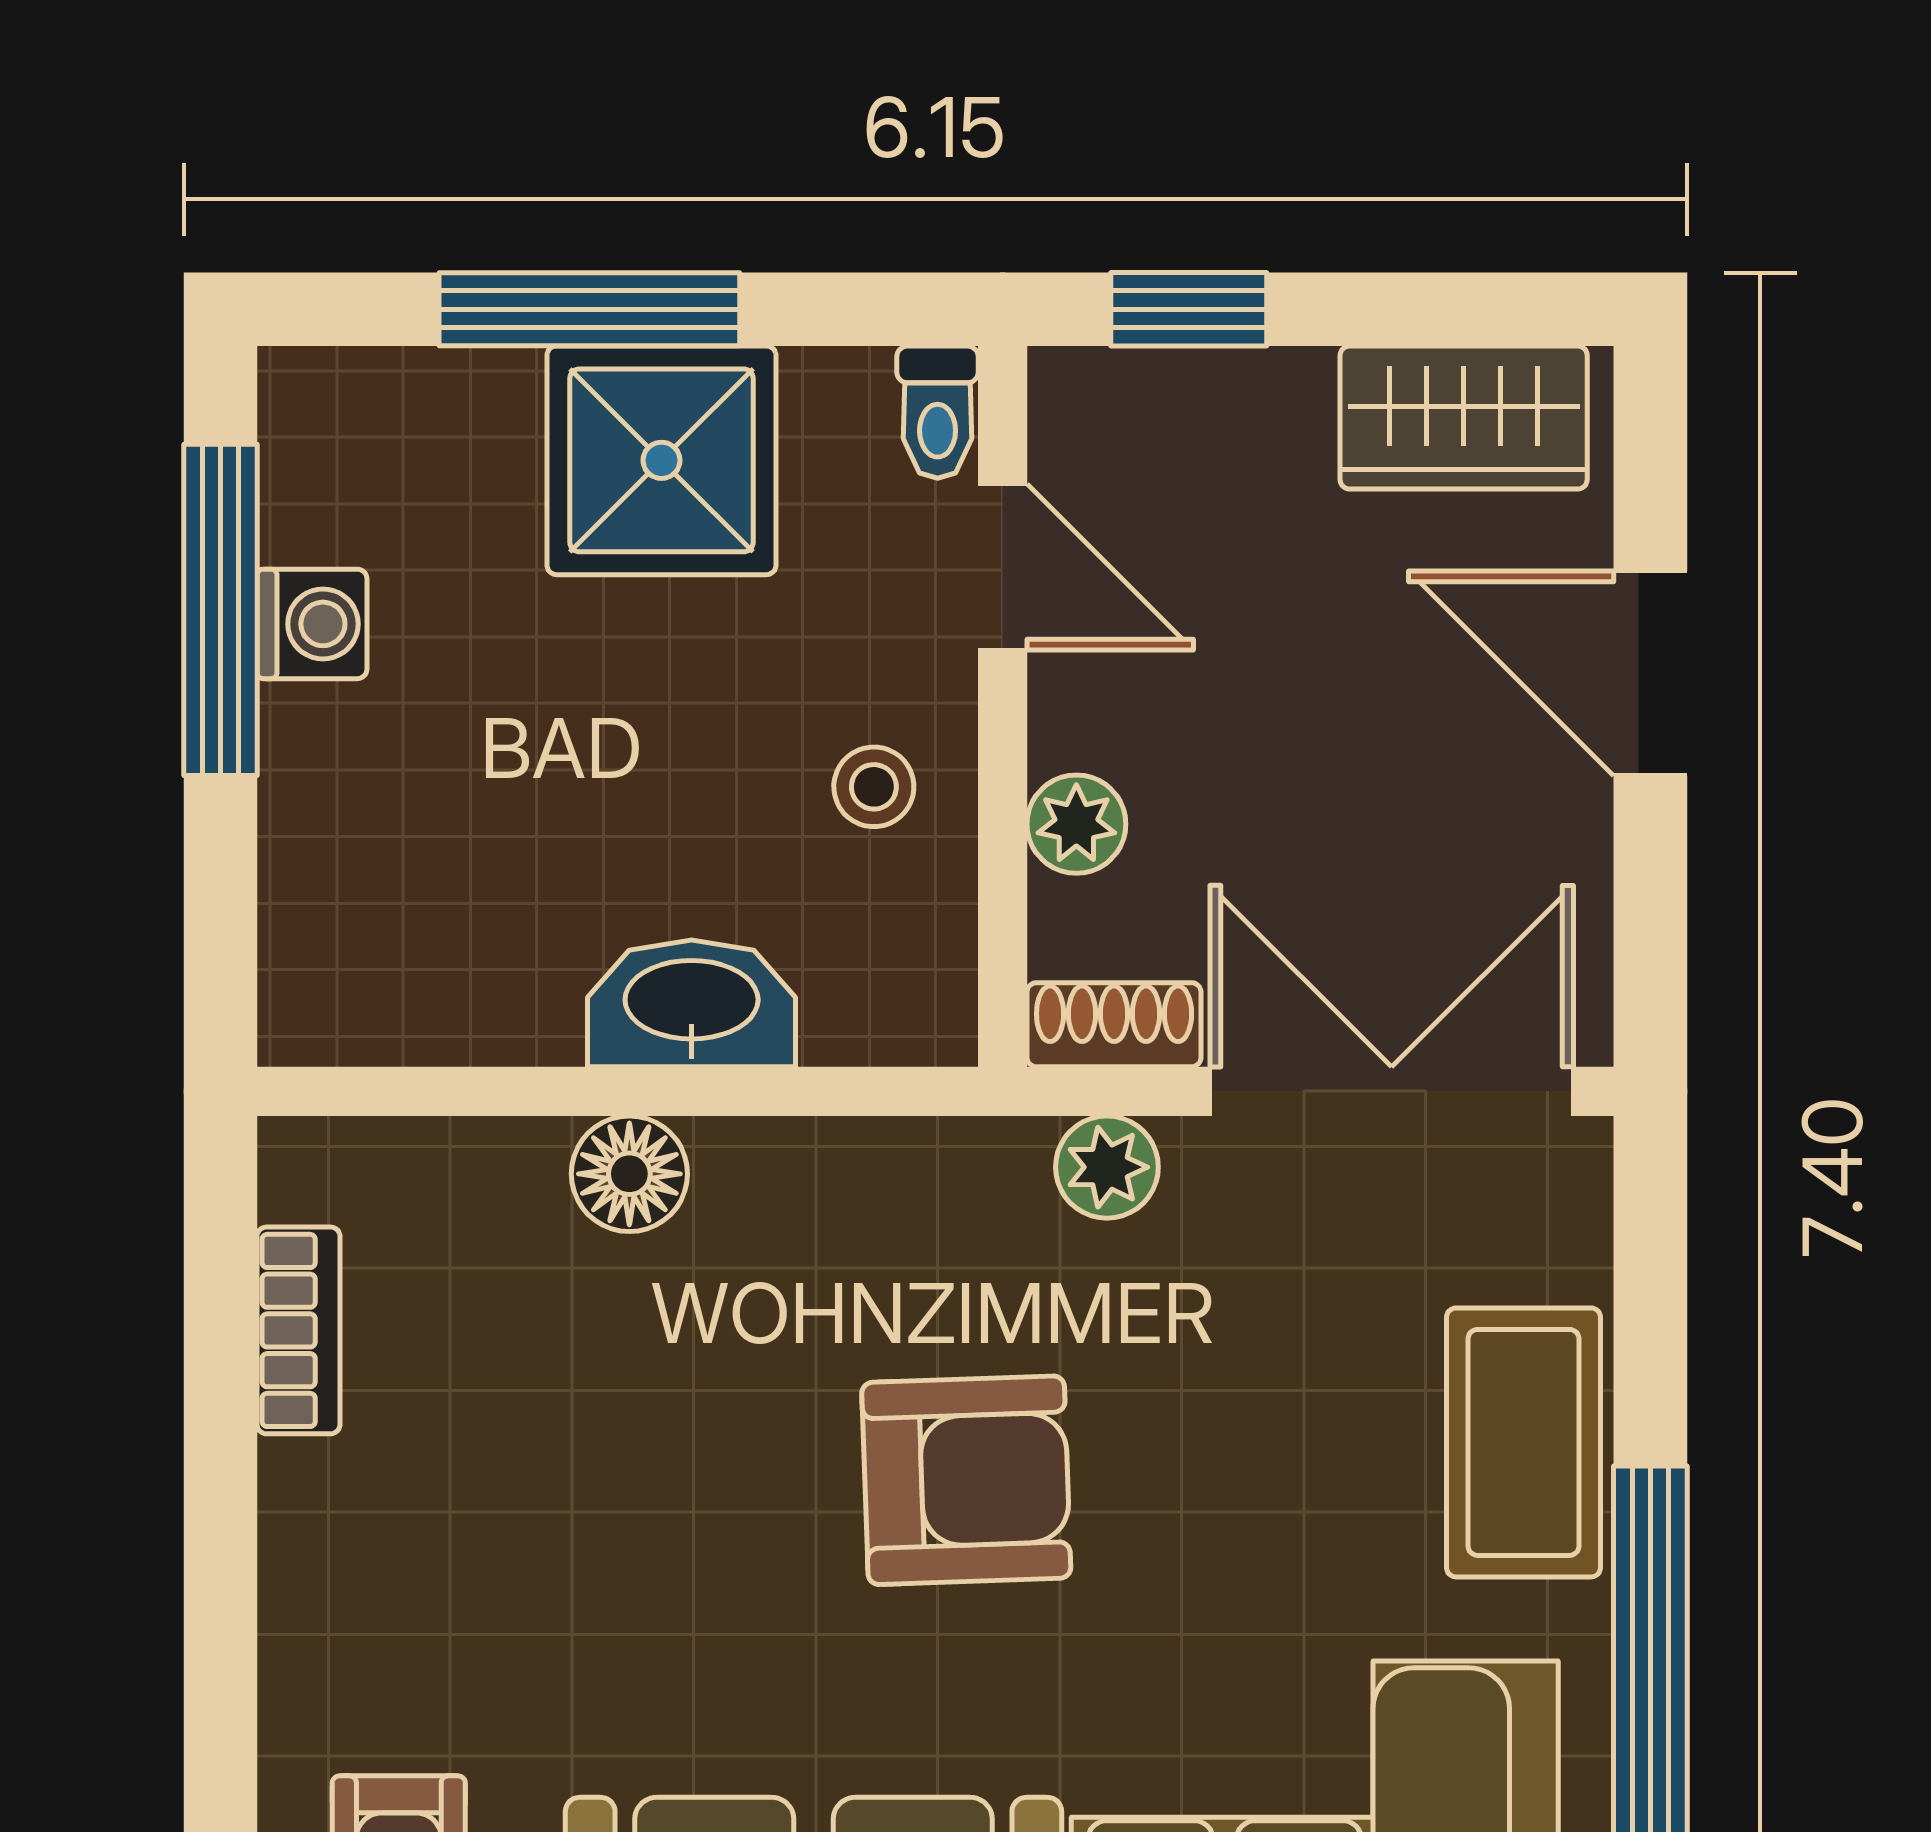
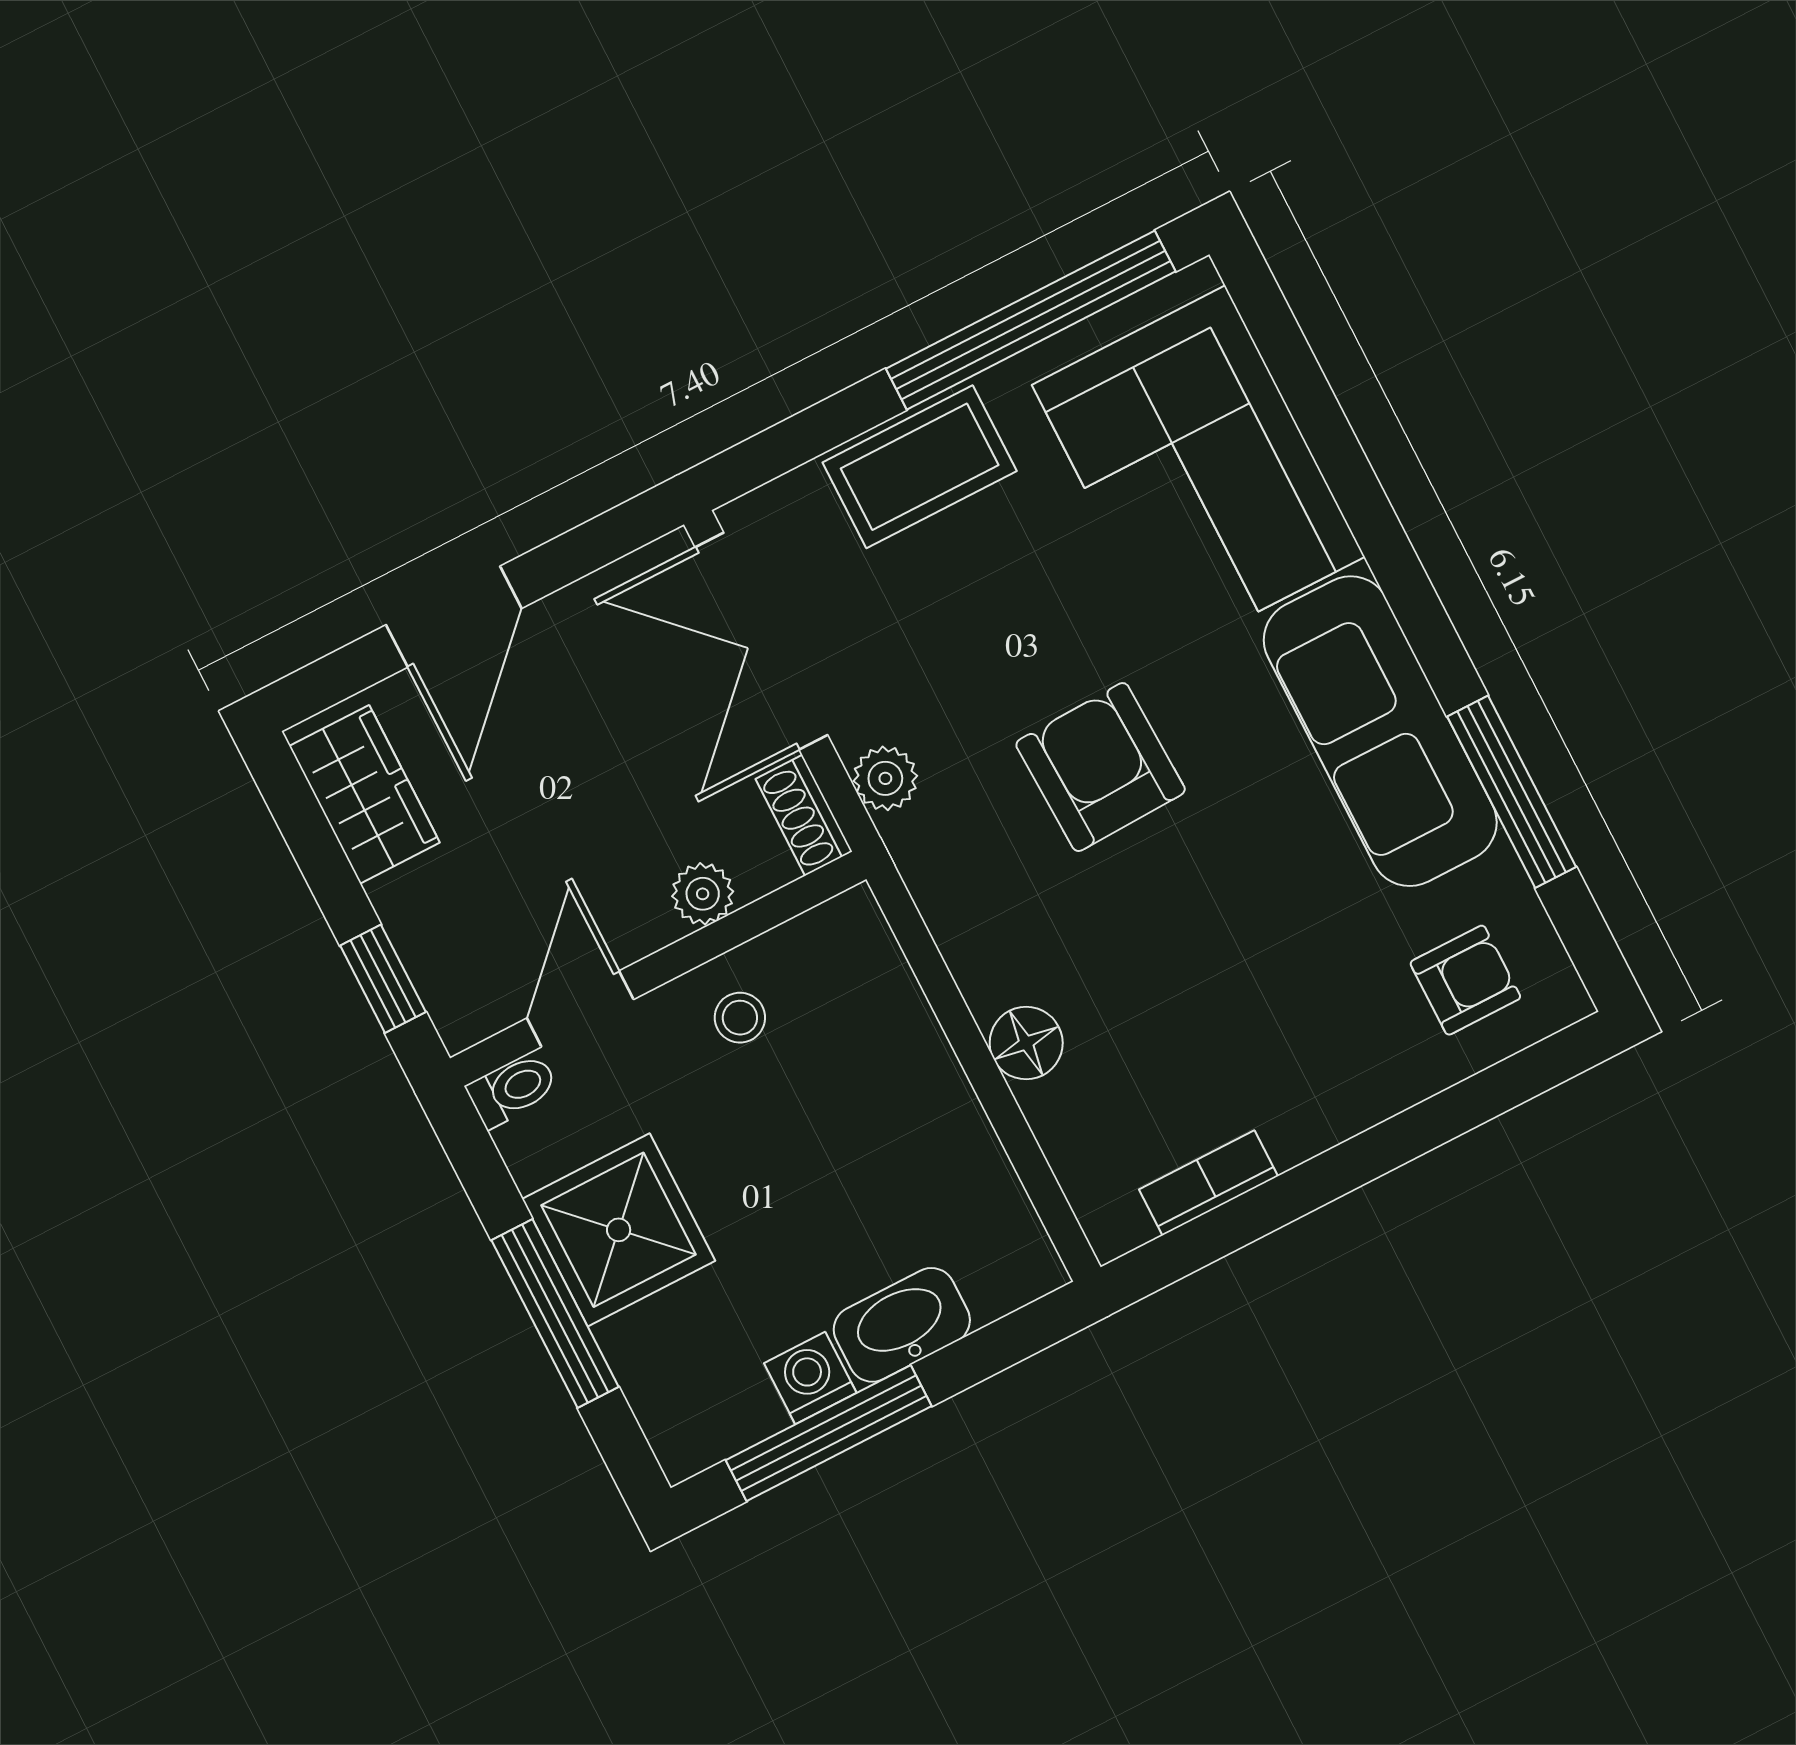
washbasin: (692, 1003) -> (902, 1325), moved, turned 90

